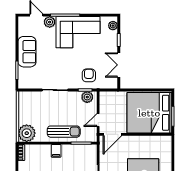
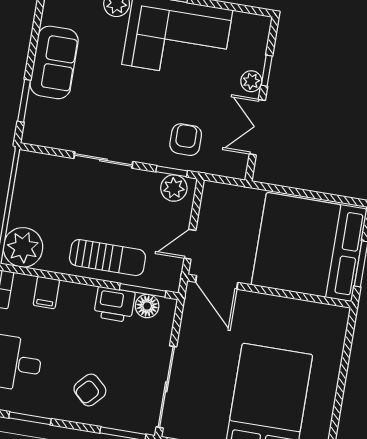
plant: (113, 26) -> (251, 81), moved
door: (112, 134) -> (217, 282), hinge flipped
floor lamp: (84, 150) -> (147, 306), added
filing cabinet: (56, 151) -> (46, 292), moved
printer: (70, 151) -> (114, 304), added

